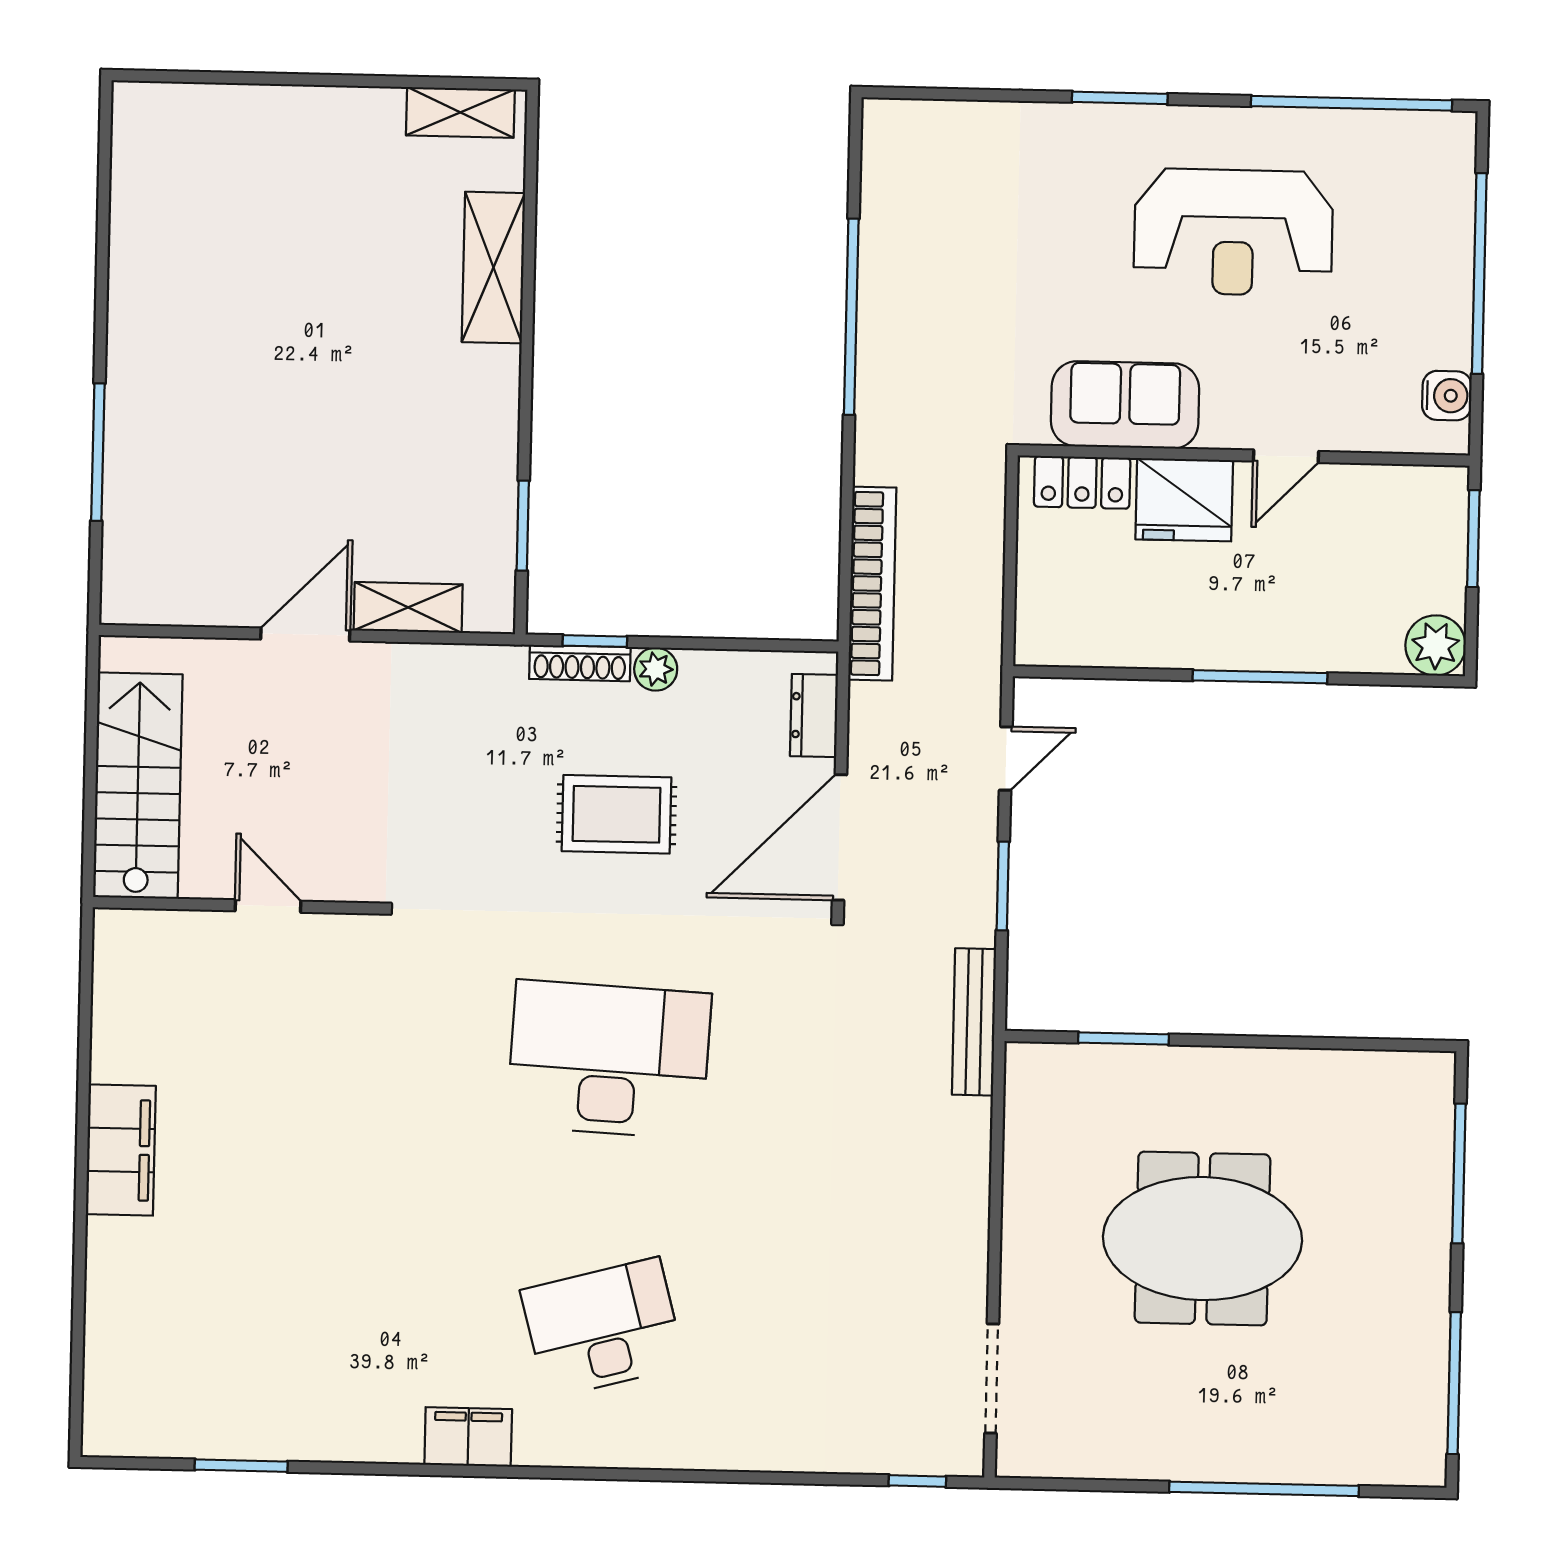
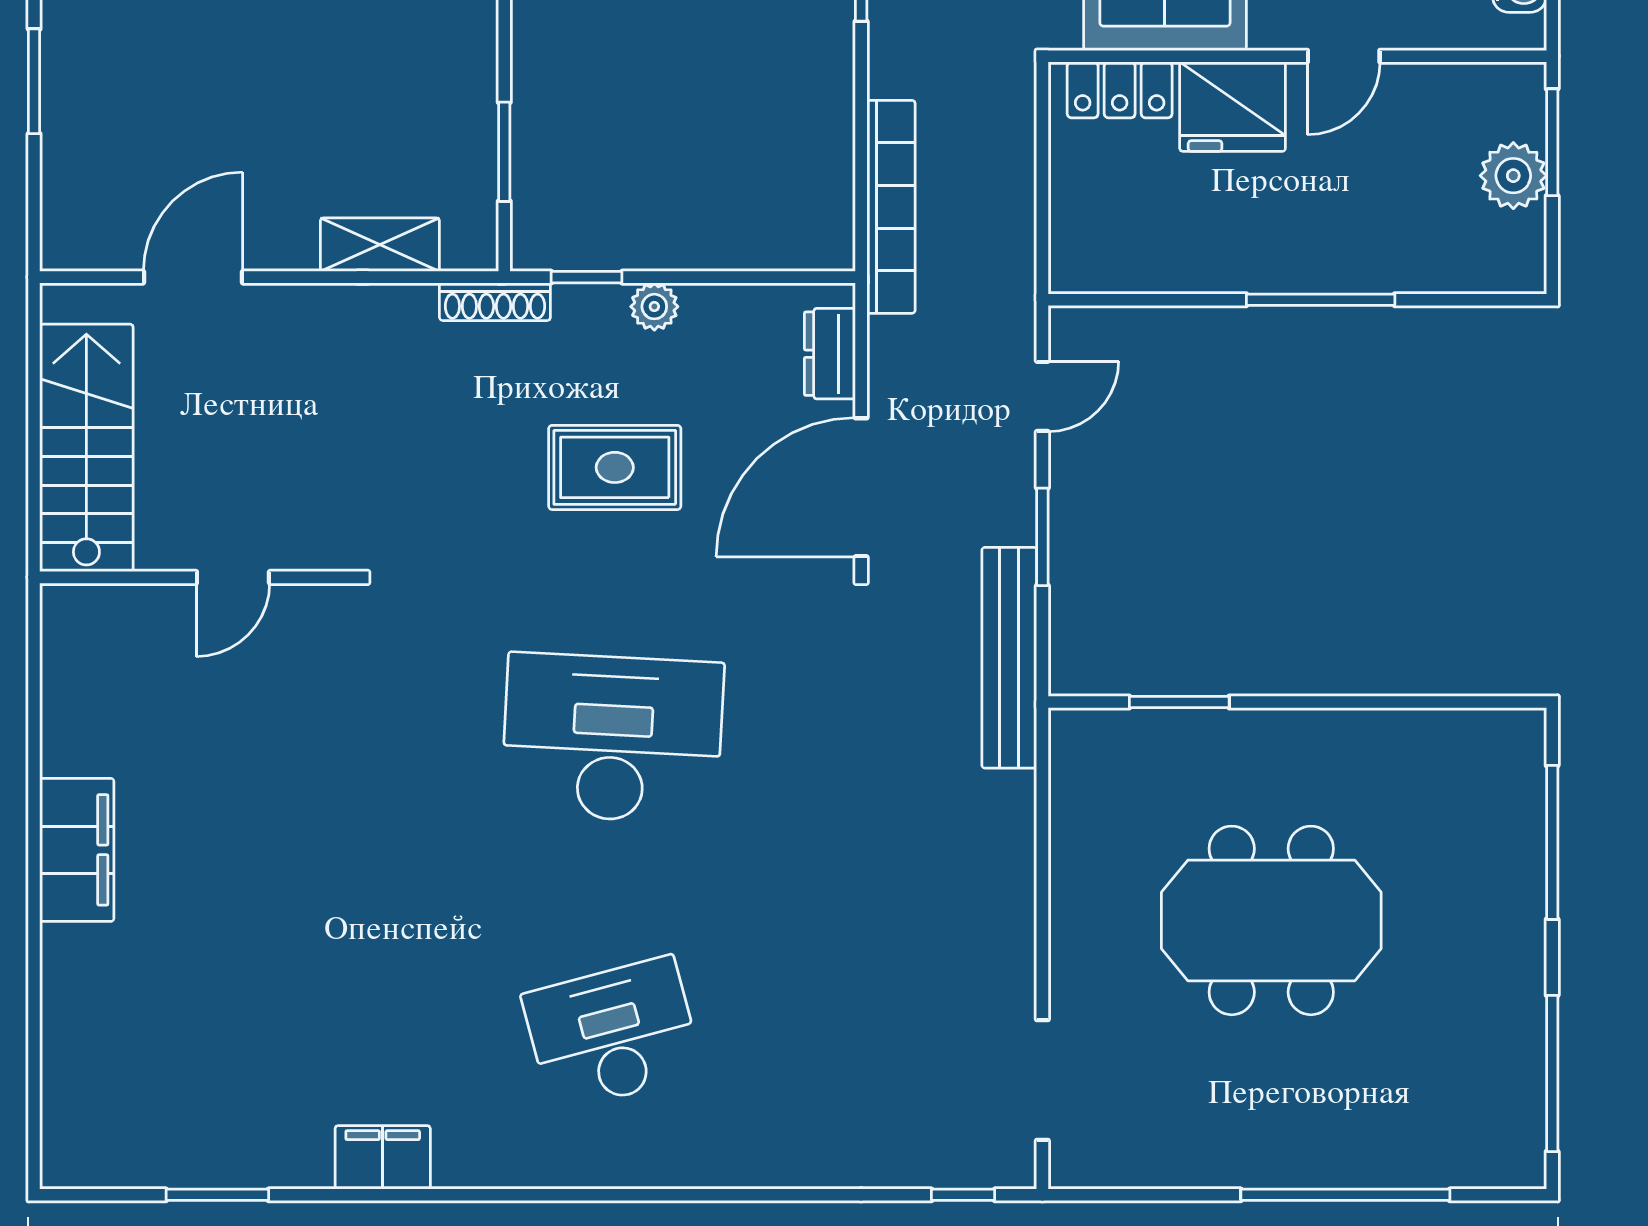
window: (98, 452) -> (34, 81), width x0.69
door: (305, 635) -> (193, 277), moved
plant: (1436, 645) -> (1513, 176), moved
shoe rack: (580, 663) -> (495, 302), moved
door: (268, 906) -> (233, 577), swing flipped
bench: (974, 1022) -> (1009, 658), width x1.37, depth x1.21
filing cabinet: (468, 1437) -> (383, 1157), moved

